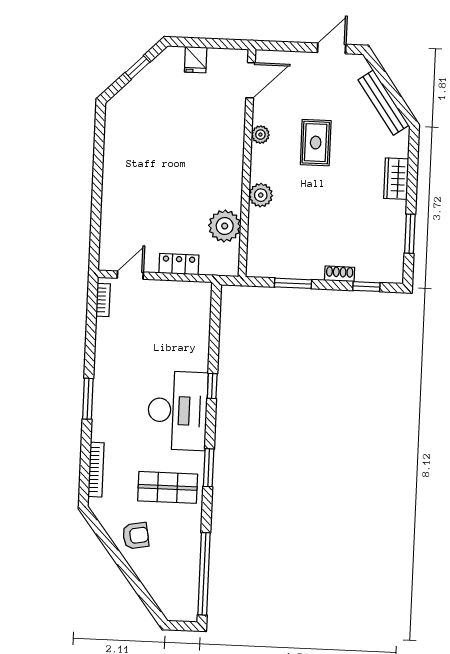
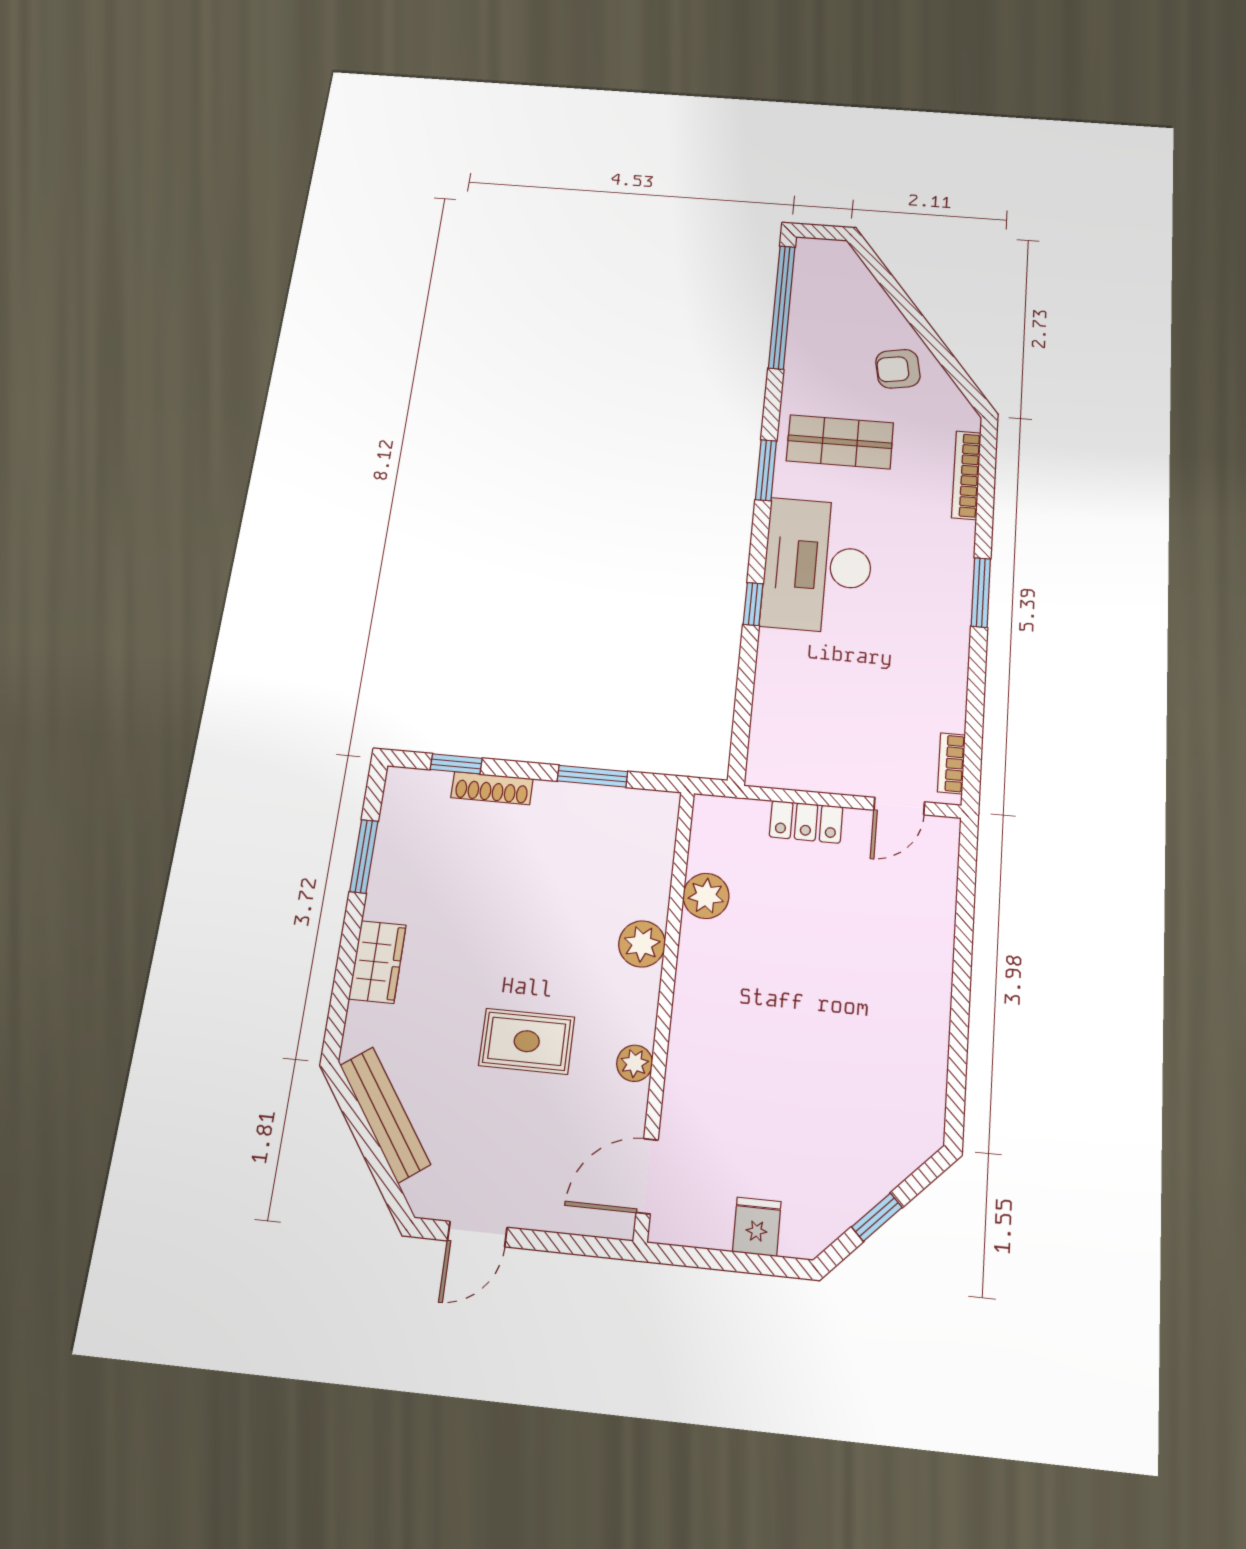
rug: (316, 143) -> (527, 1041), turned 90
plant: (225, 226) -> (706, 896), width x0.73, depth x0.73
shoe rack: (340, 274) -> (492, 788), width x1.43

